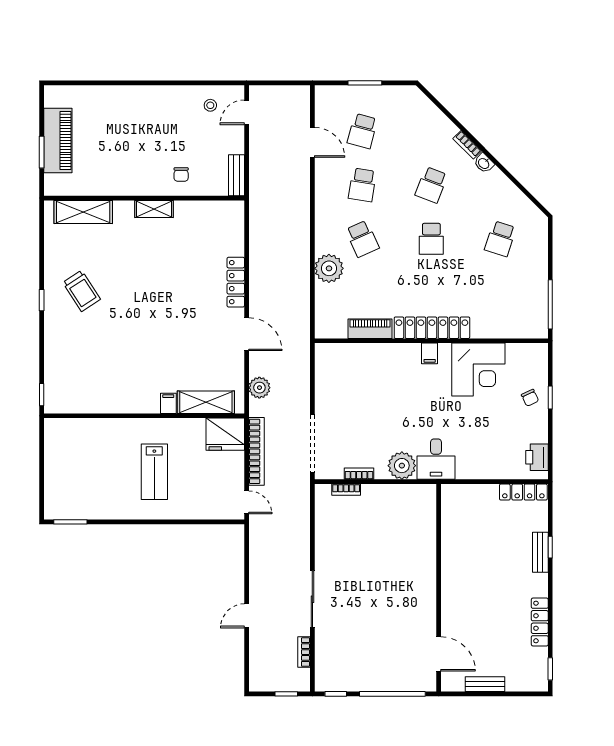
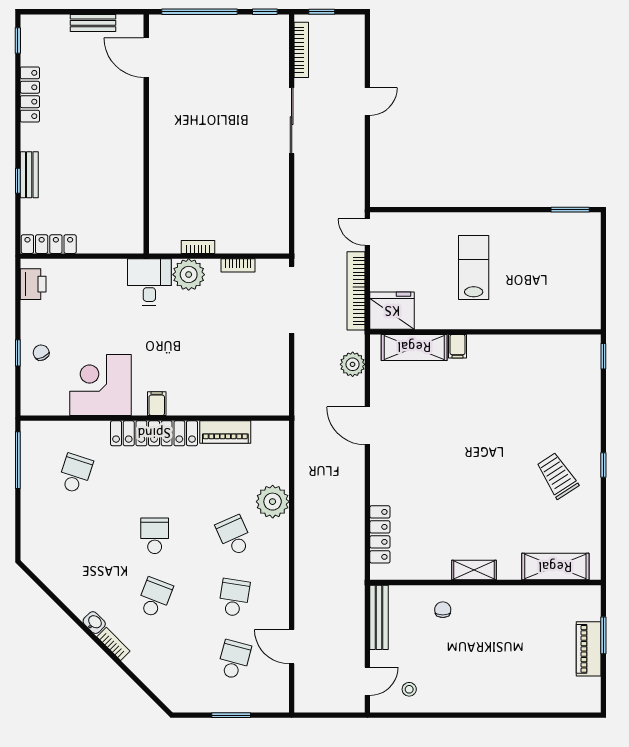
piano: (58, 140) -> (589, 649), width x0.73, depth x0.75
bench: (237, 175) -> (379, 617), width x1.36
school desk: (500, 239) -> (75, 474), moved
locker: (236, 282) -> (380, 534), moved
bookcase: (346, 490) -> (198, 247), moved
bookcase: (304, 652) -> (301, 50), width x1.56

